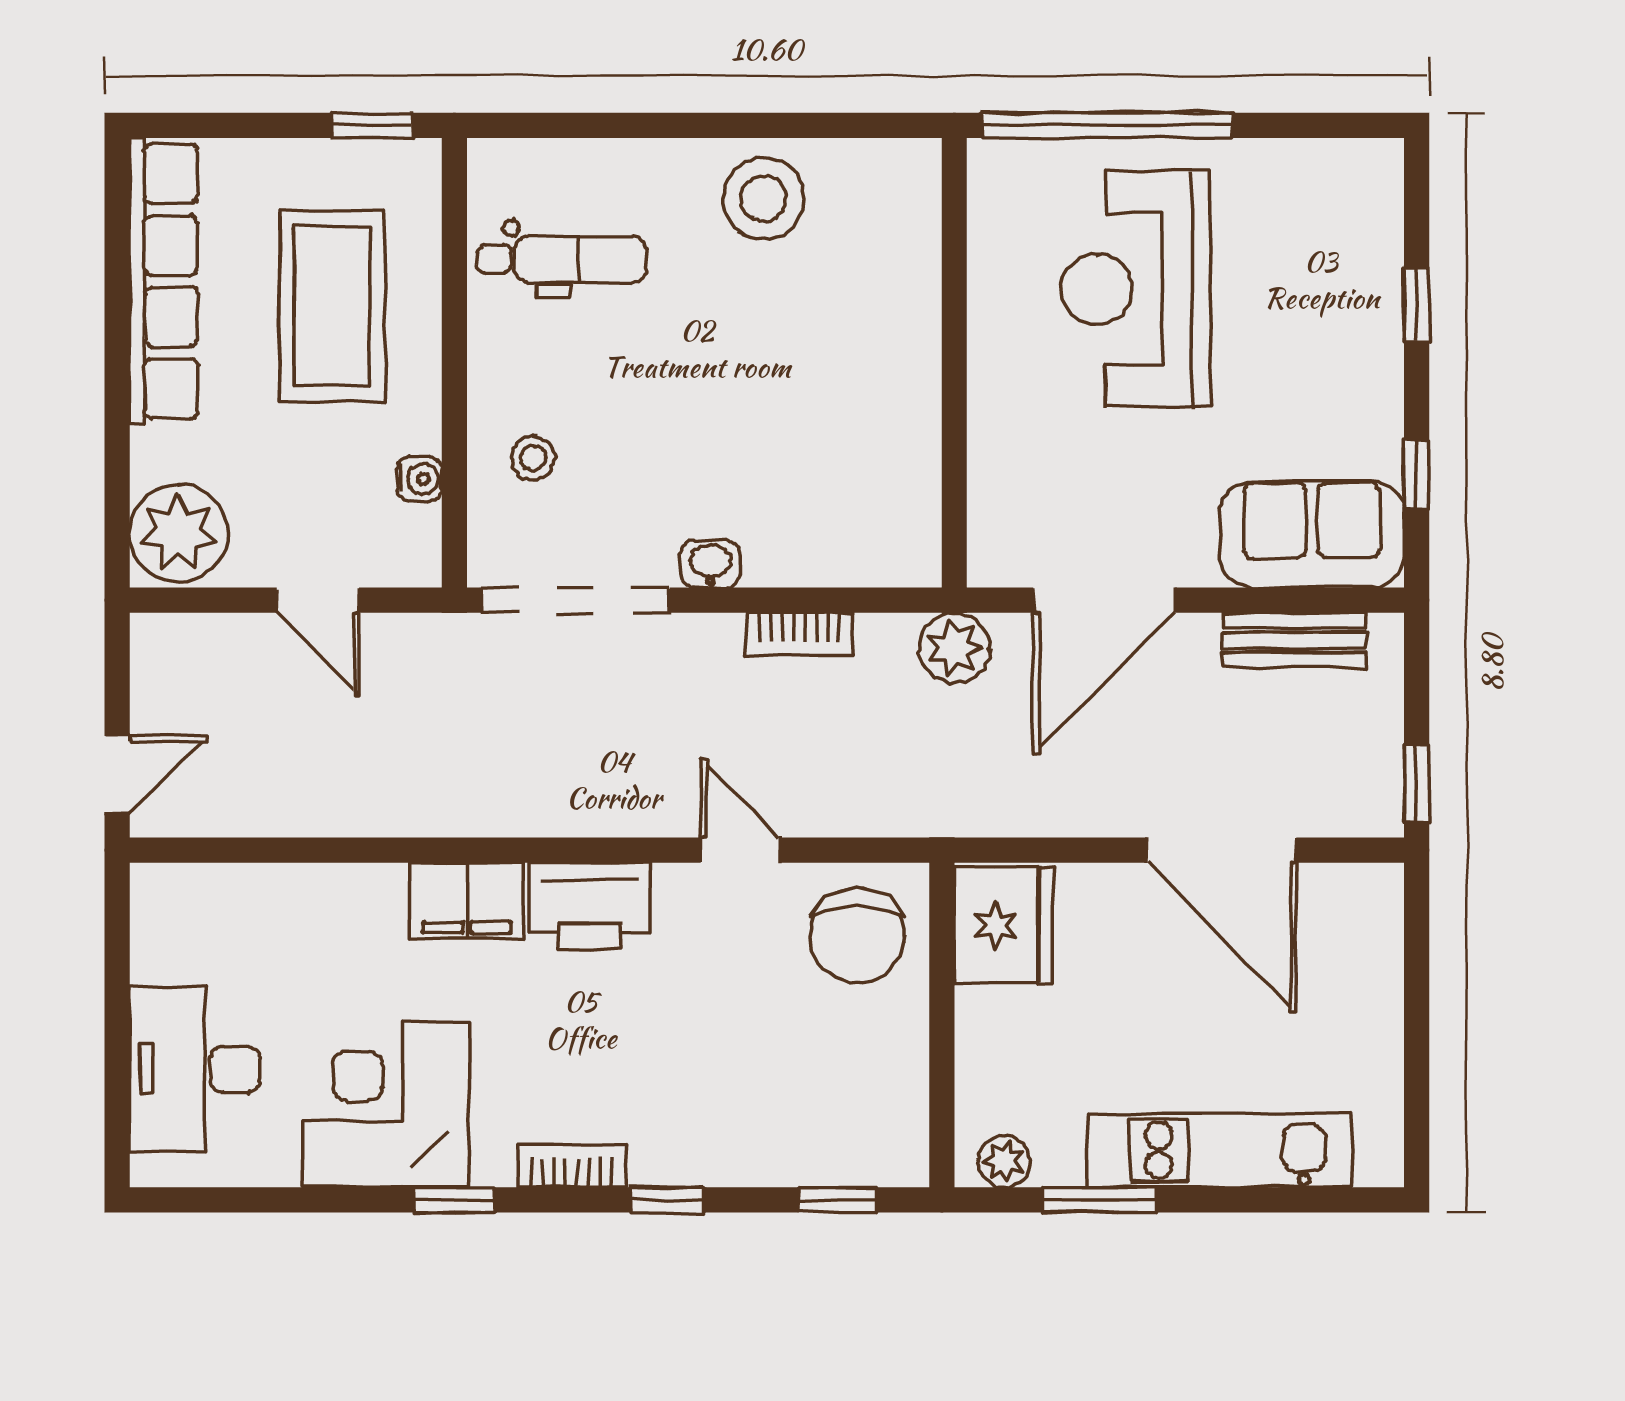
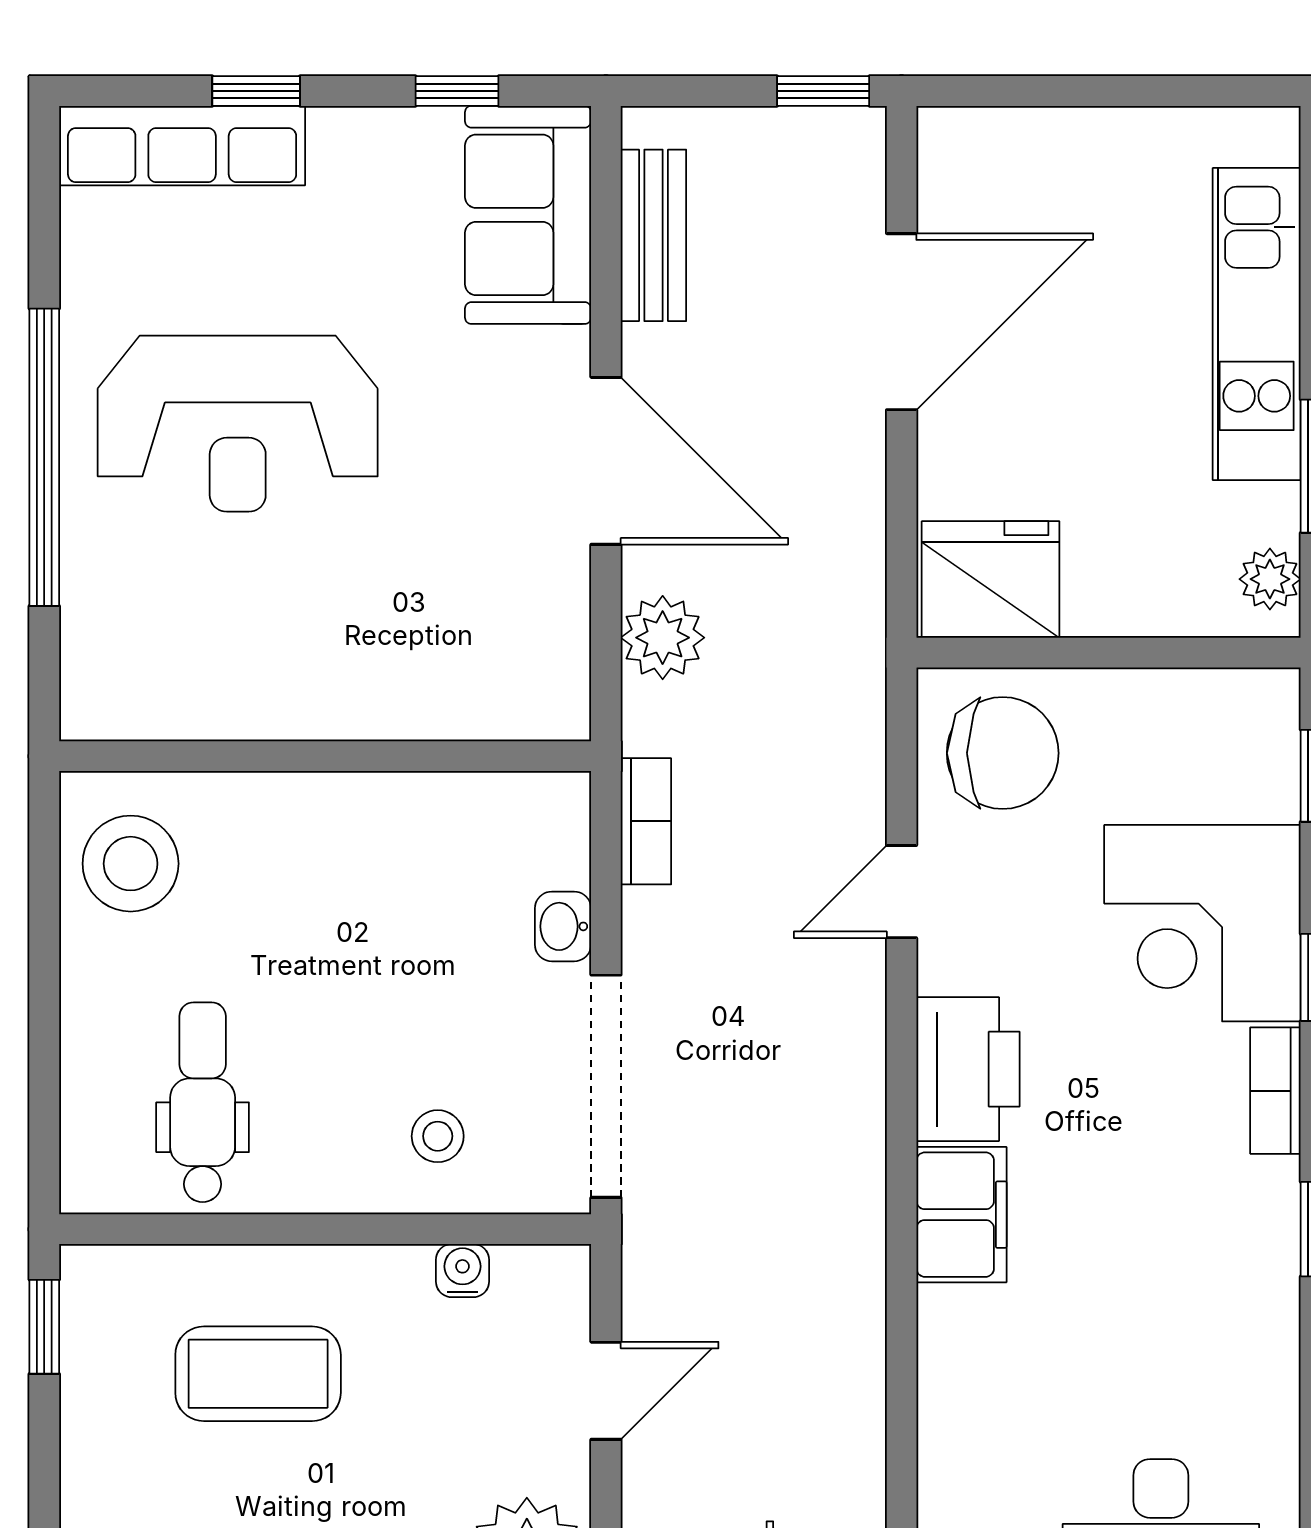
row of seats: (1370, 242) -> (182, 146), added
coffee table: (332, 306) -> (258, 1374), width x0.73, depth x0.76
wall: (954, 363) -> (325, 756), moved
corner desk: (386, 1104) -> (1202, 923), moved

